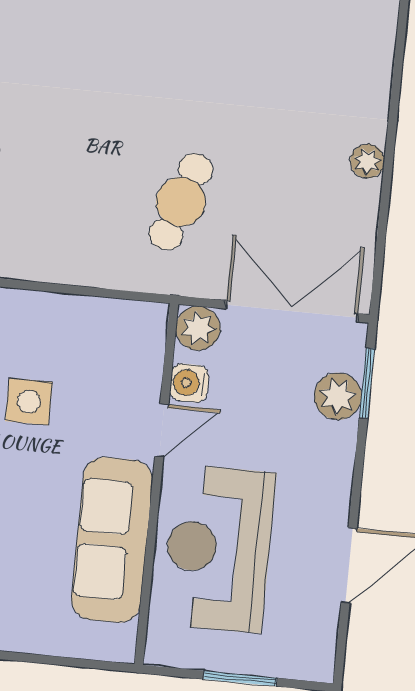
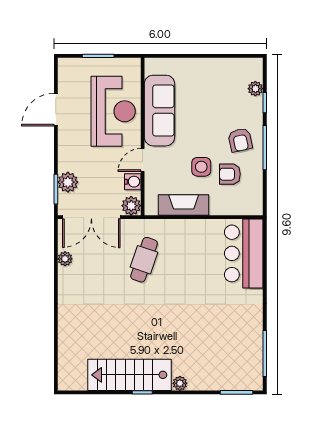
plant: (367, 161) -> (65, 259), moved
fireplace: (78, 318) -> (184, 205), added

